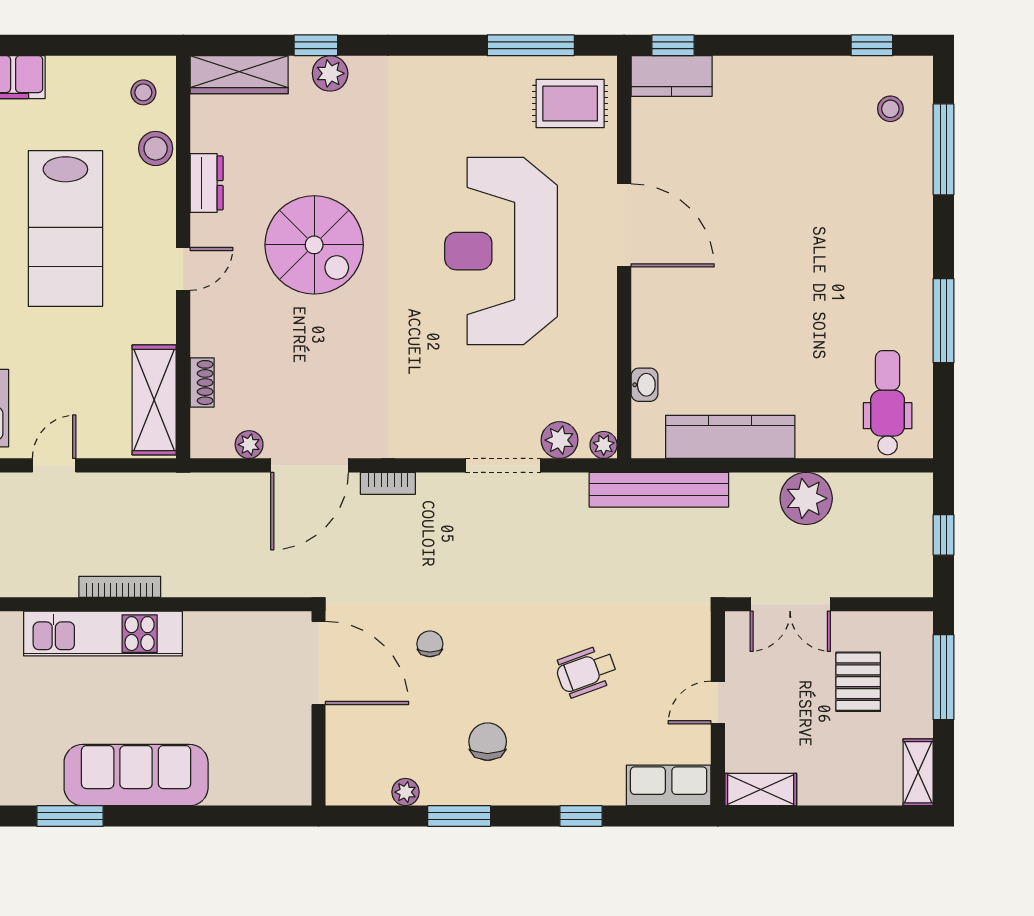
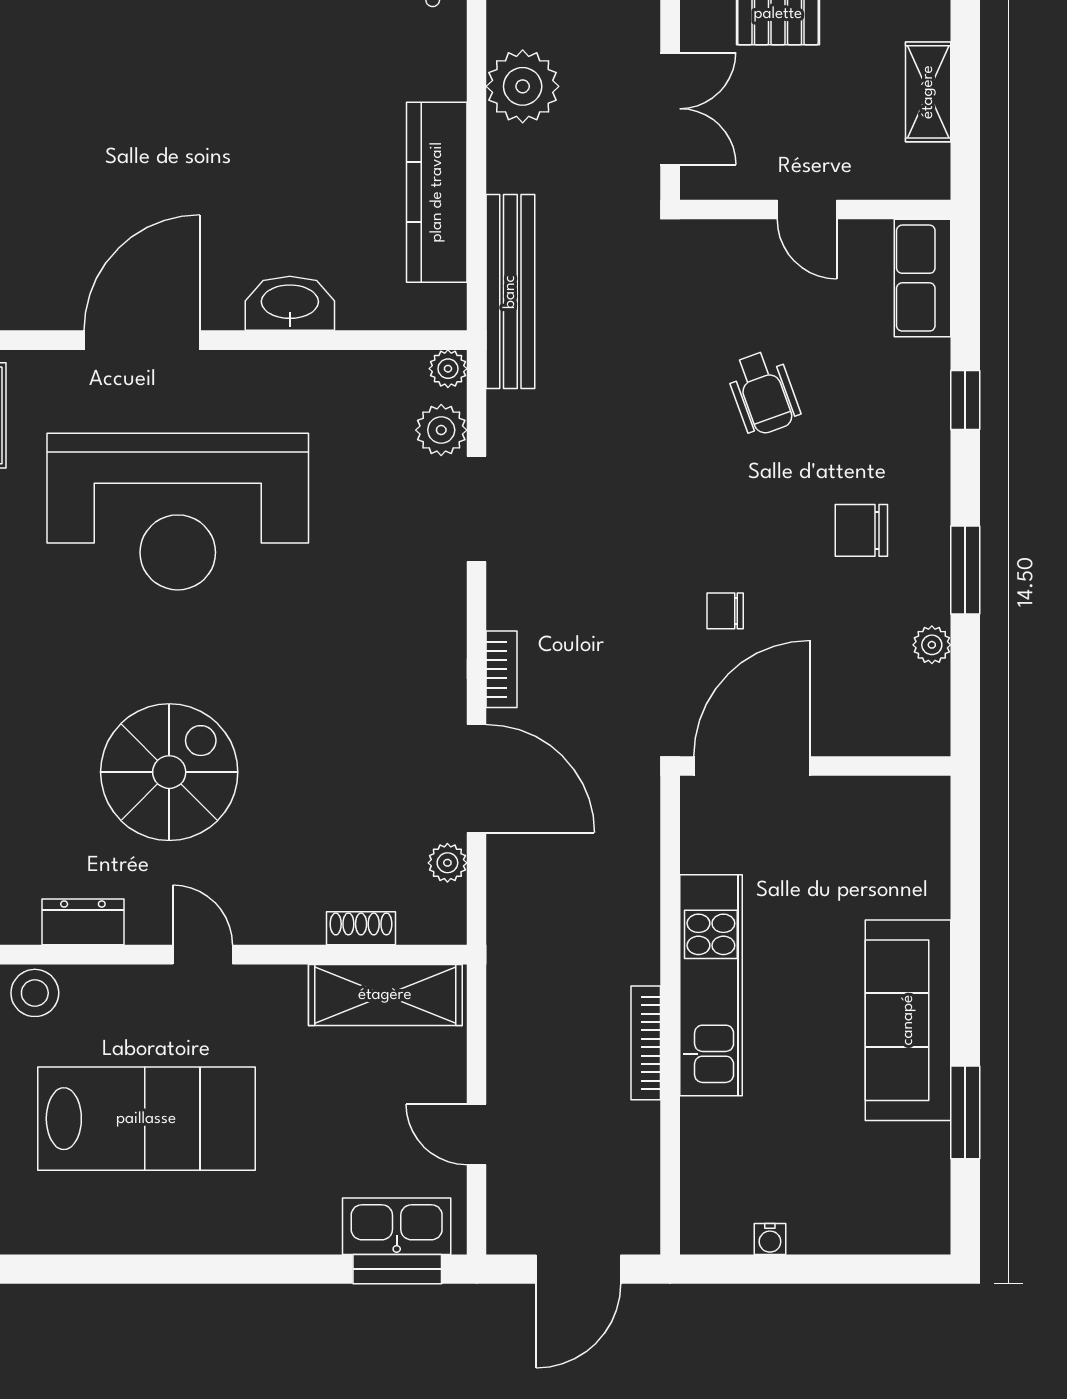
washbasin: (644, 385) -> (290, 303), moved, width x1.91, depth x1.45
kitchen unit: (103, 634) -> (711, 985), moved
shelving: (761, 790) -> (928, 92), moved

